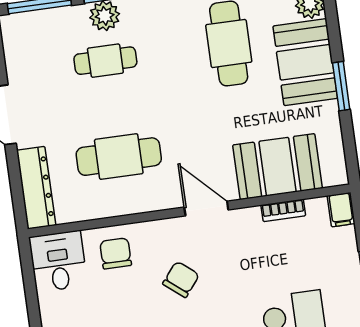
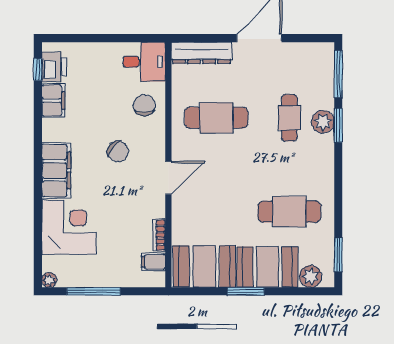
cafe table: (119, 157) -> (216, 118), turned 90
booth: (278, 167) -> (204, 266), moved, turned 90
filing cabinet: (341, 210) -> (154, 262), moved
chair: (116, 253) -> (144, 105), turned -91

